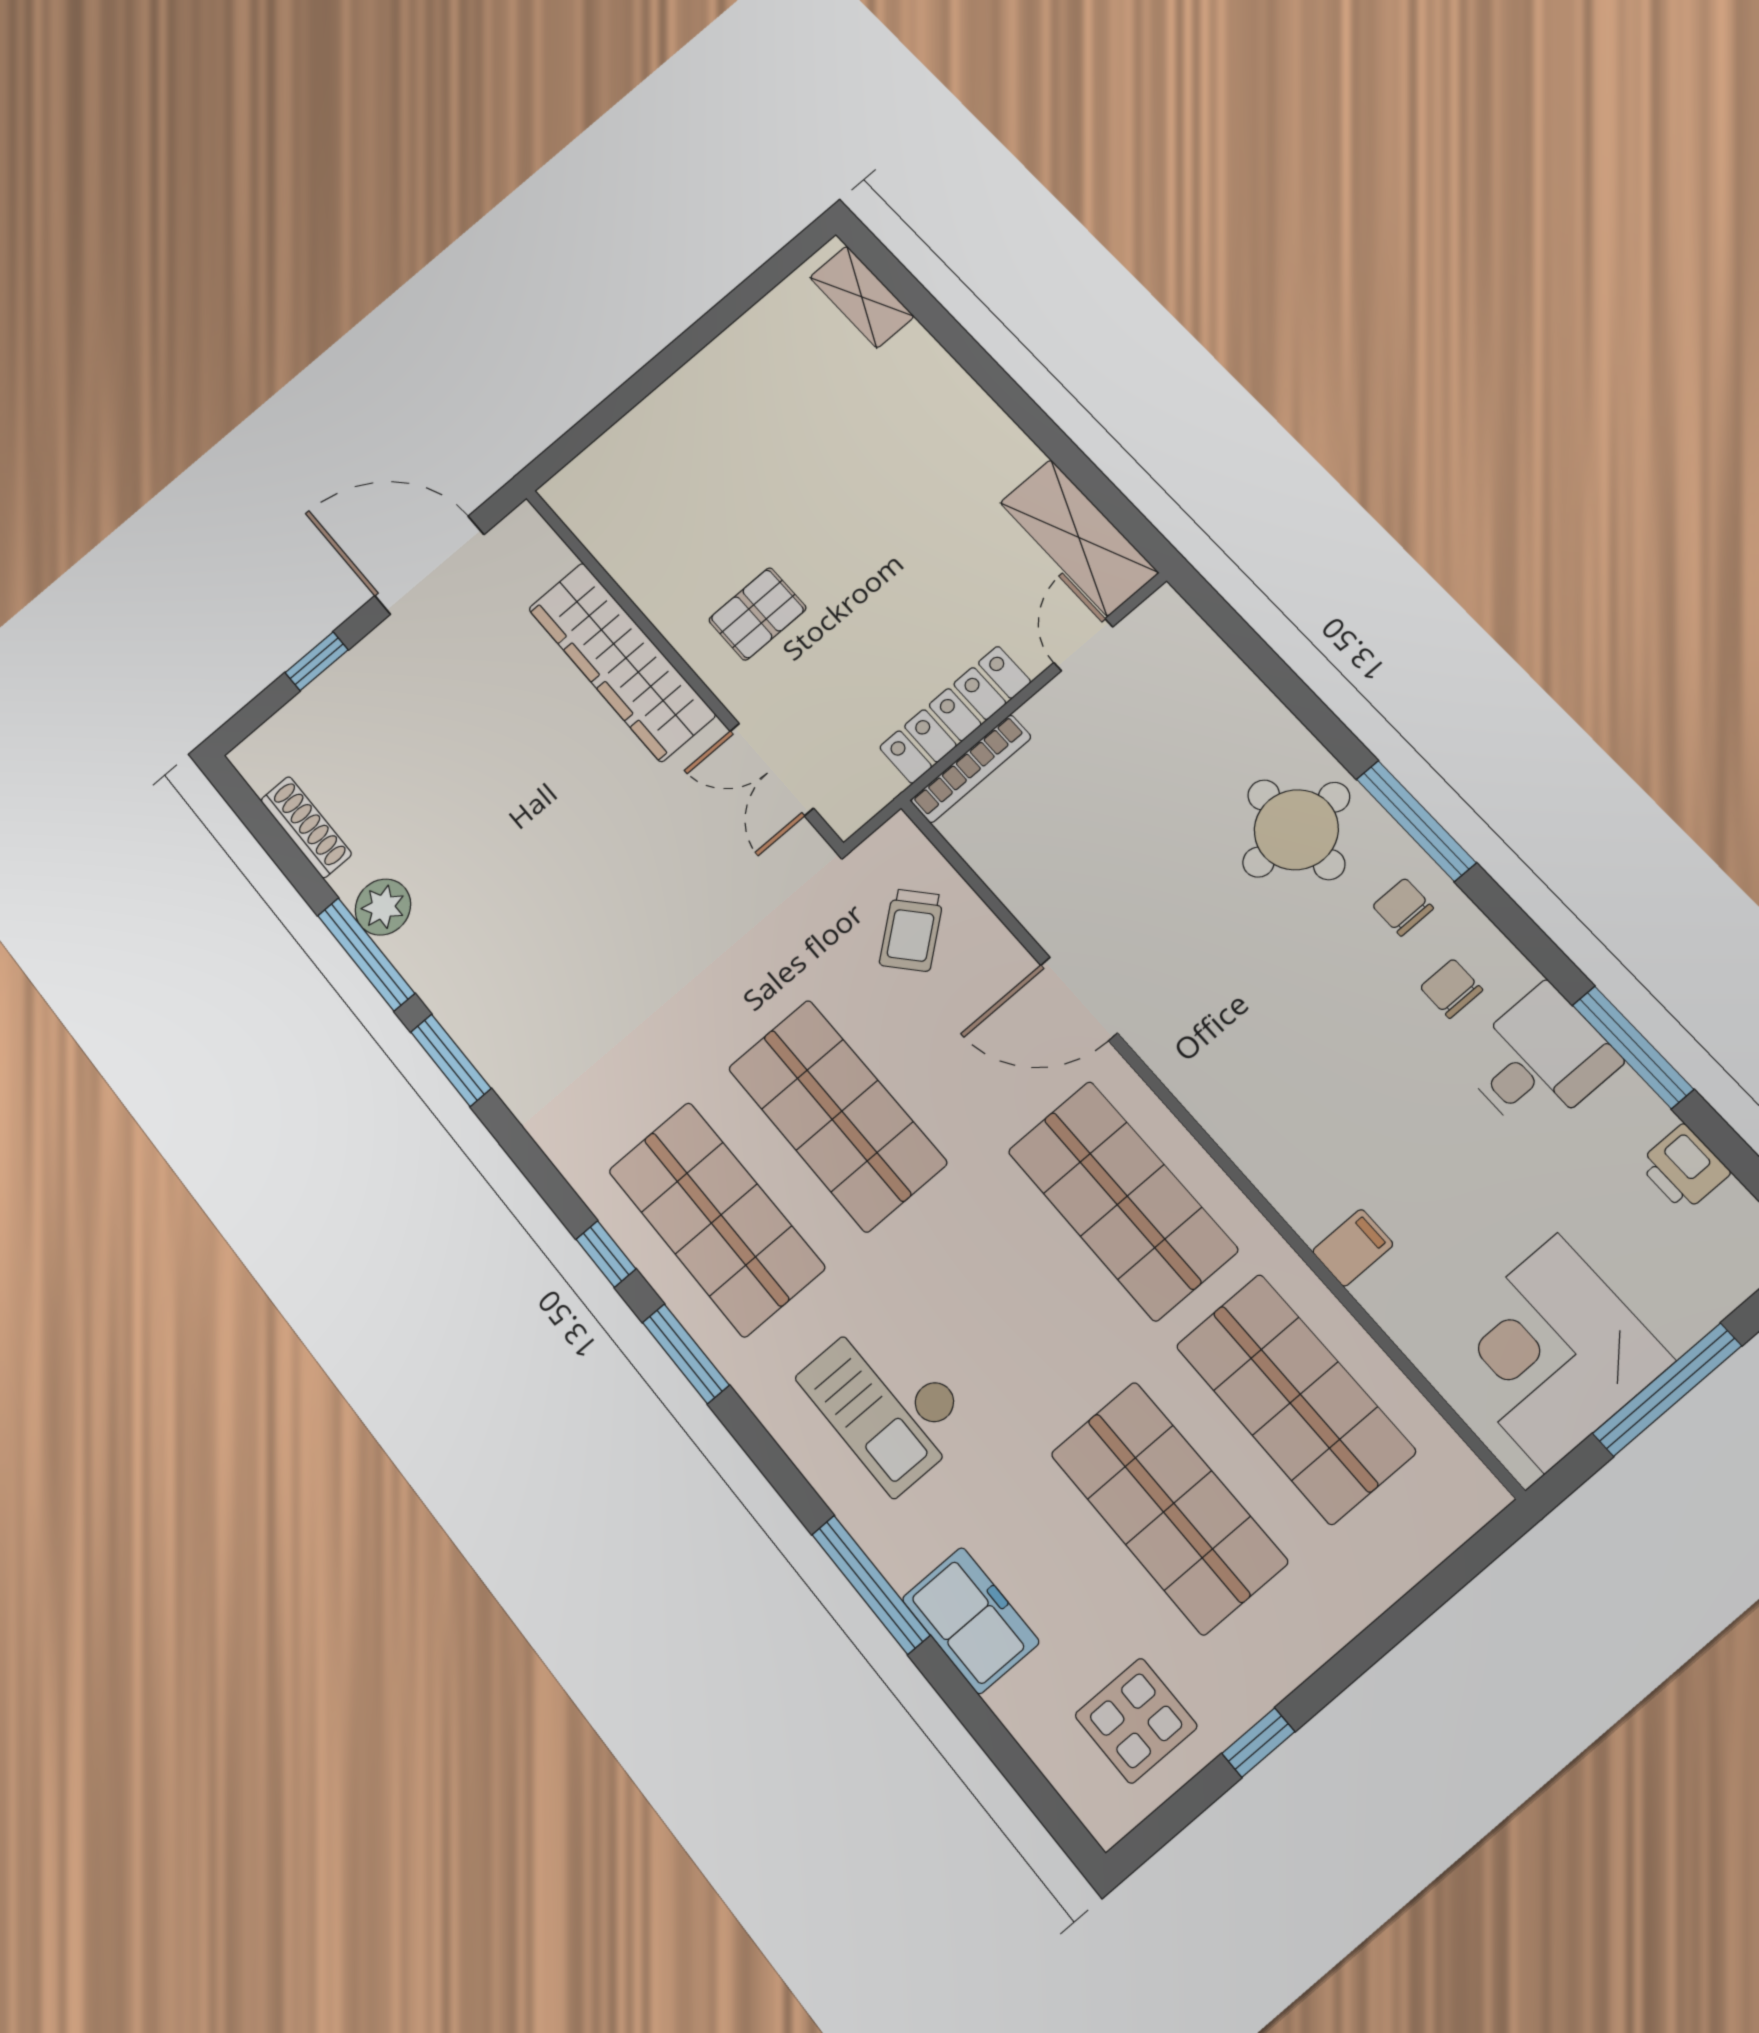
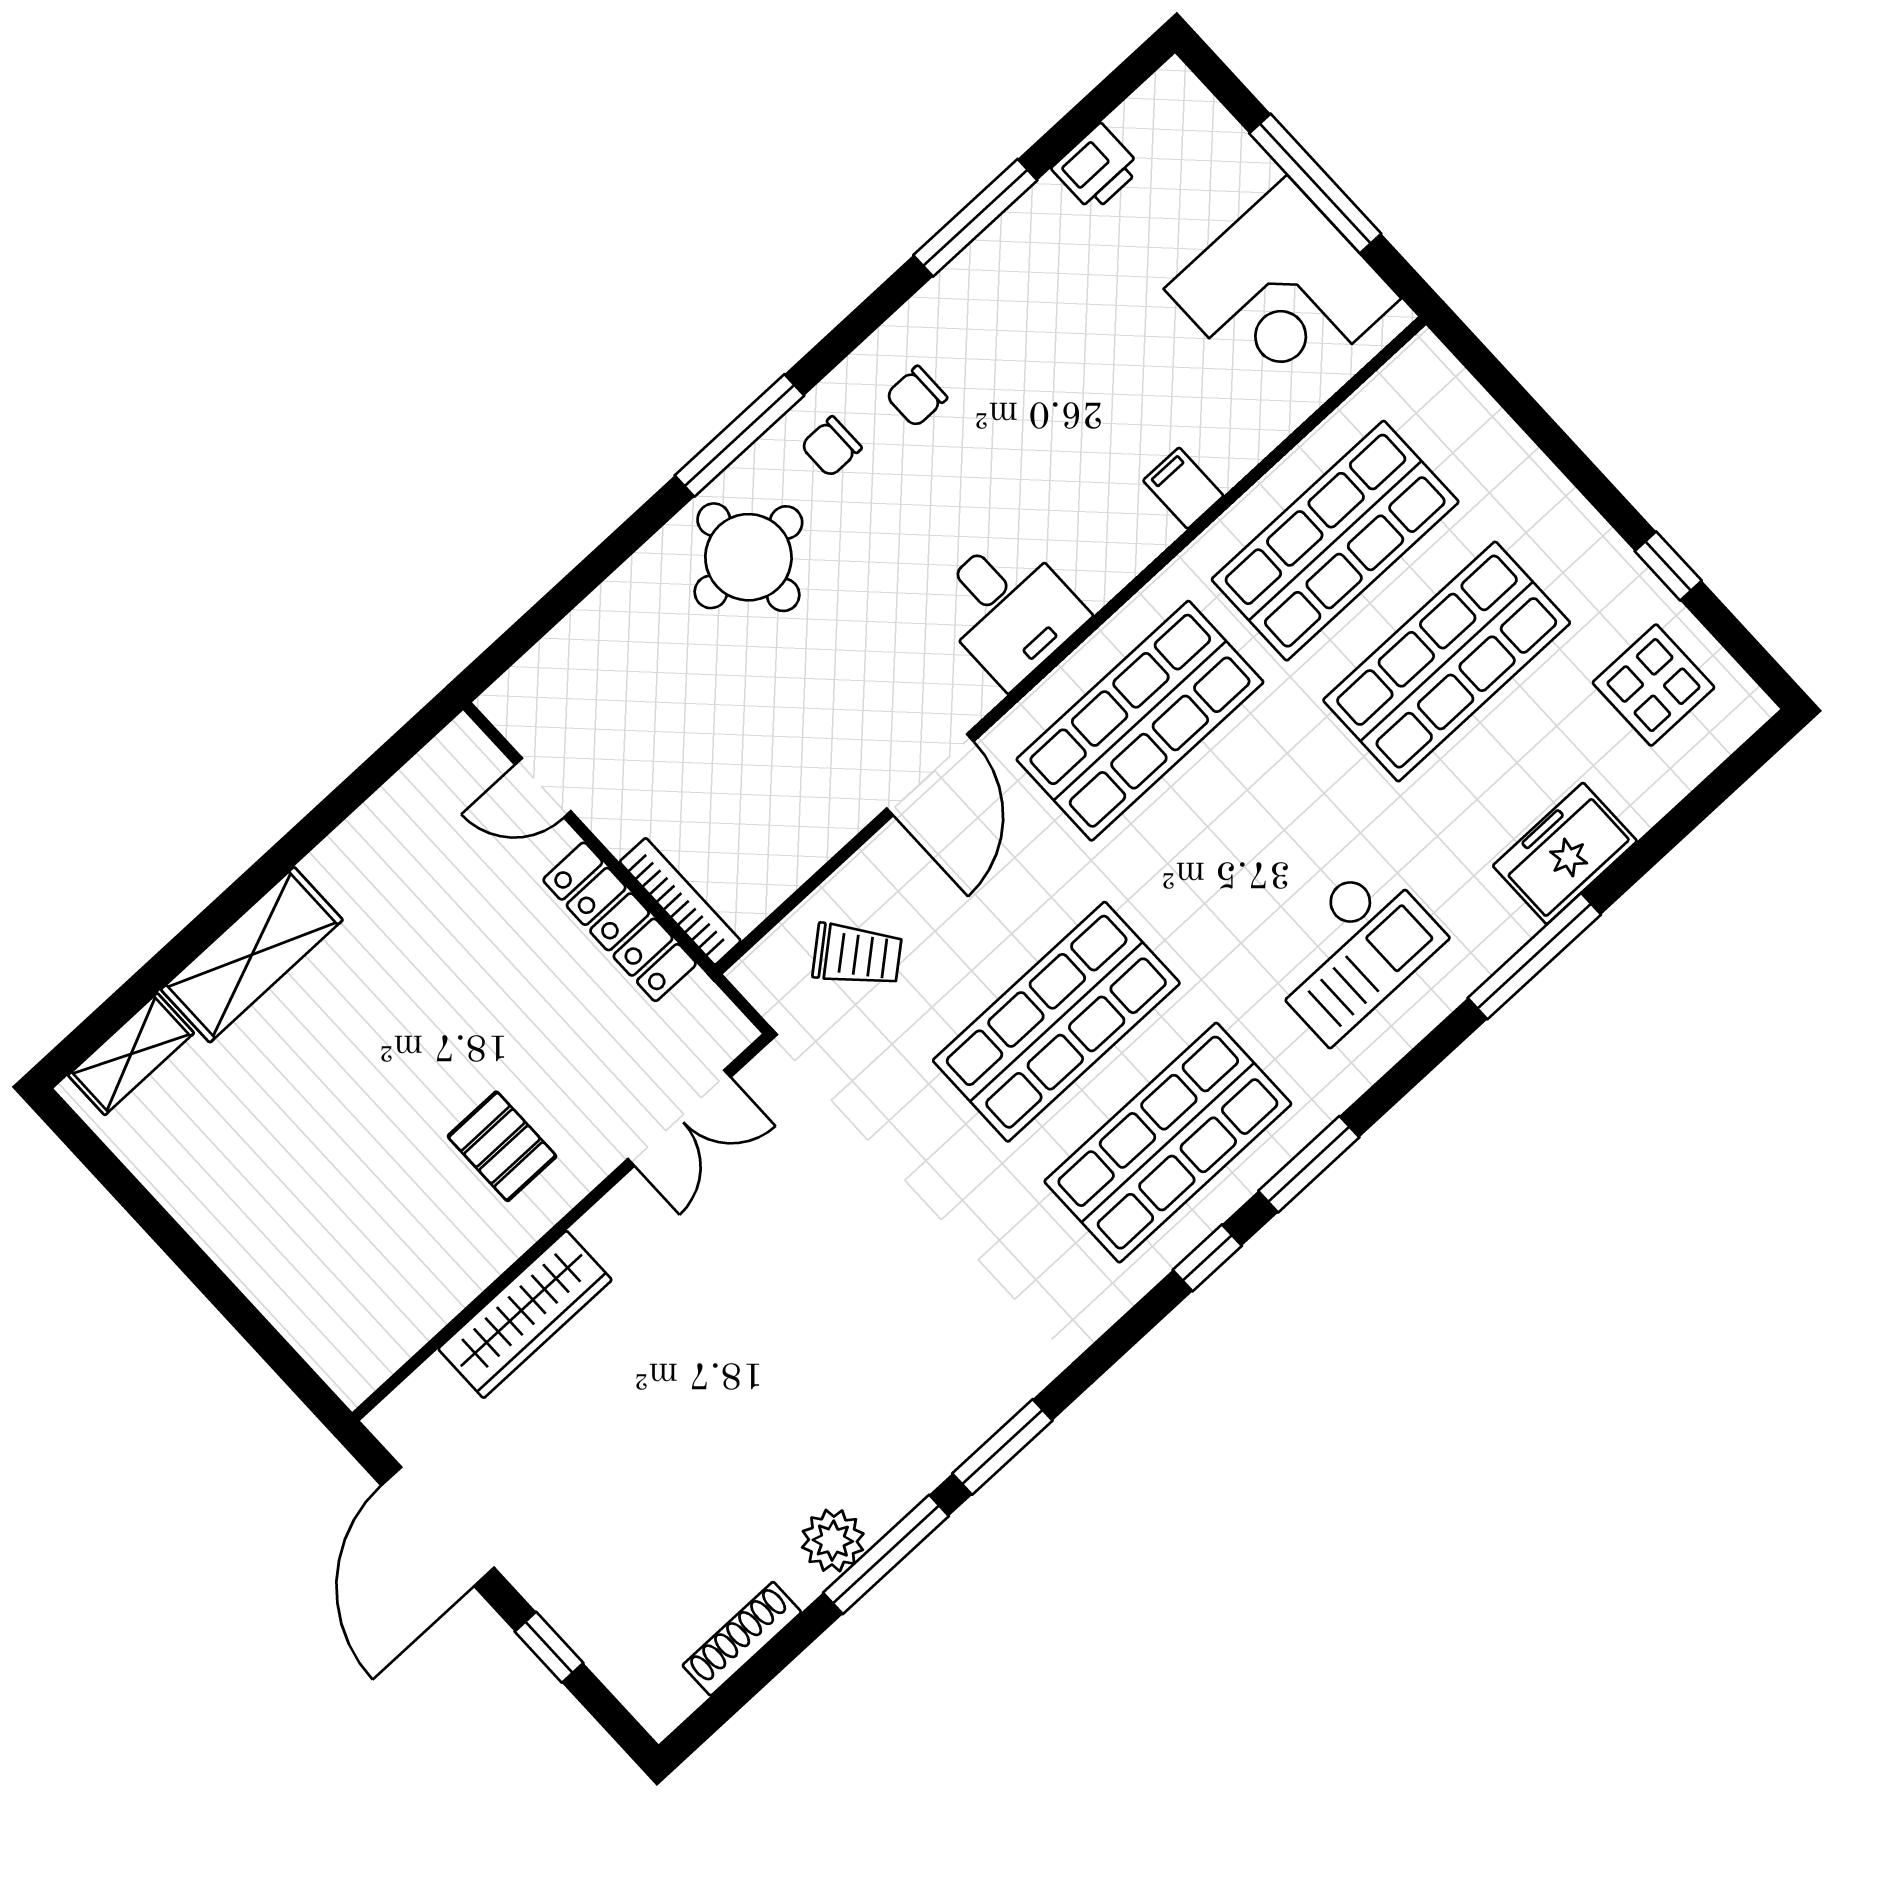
shelving: (1079, 538) -> (252, 955), moved
wardrobe: (621, 662) -> (525, 1314), width x0.71, depth x0.85
desk: (1539, 1061) -> (1008, 609), moved, turned 180

